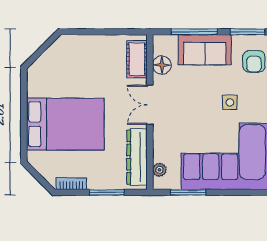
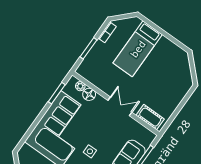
floor lamp: (162, 65) -> (89, 94), moved
bed: (65, 124) -> (138, 49), width x0.67
dresser: (137, 157) -> (96, 79), removed

